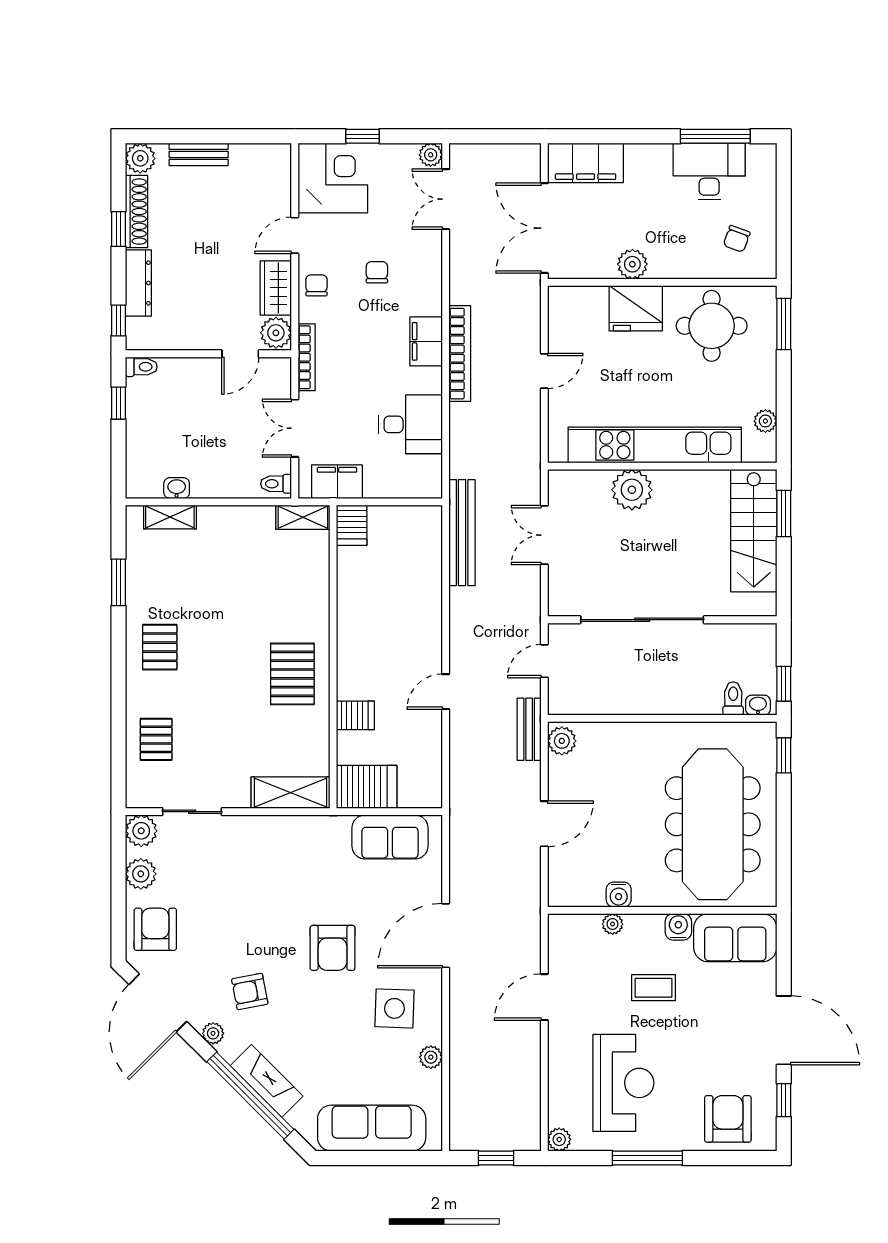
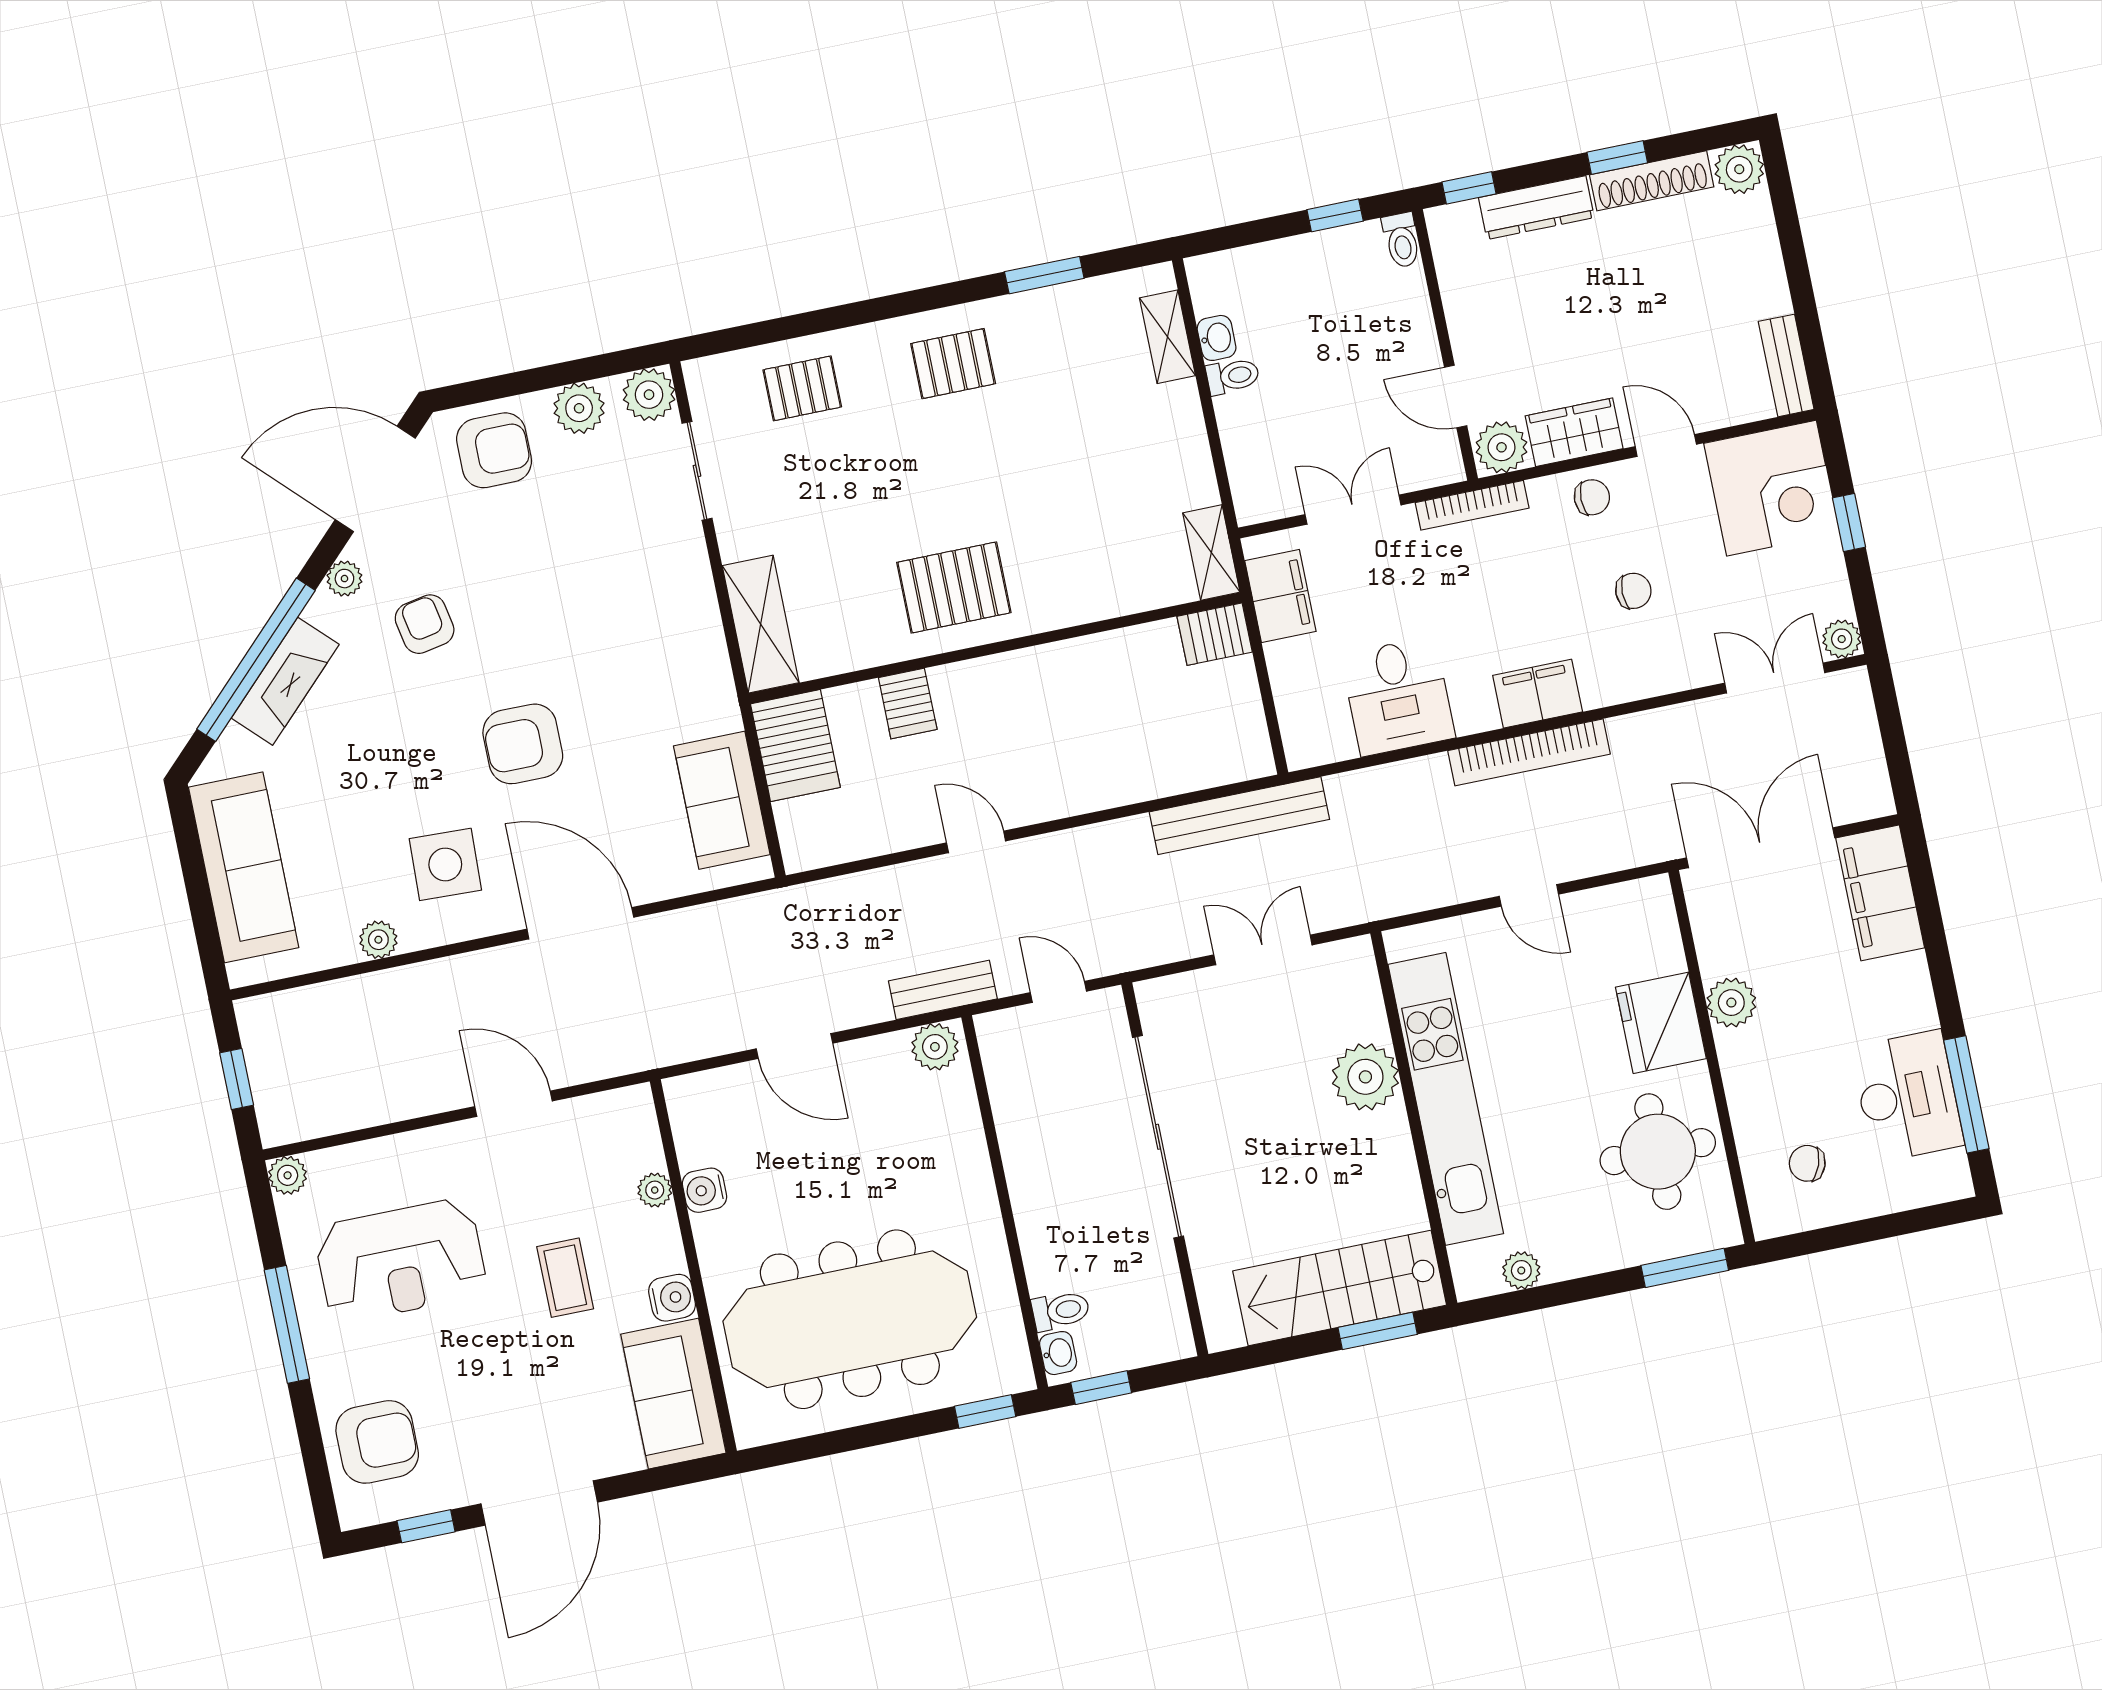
bench: (199, 154) -> (1786, 365), moved
toilet: (276, 484) -> (1233, 376), moved, turned 90

